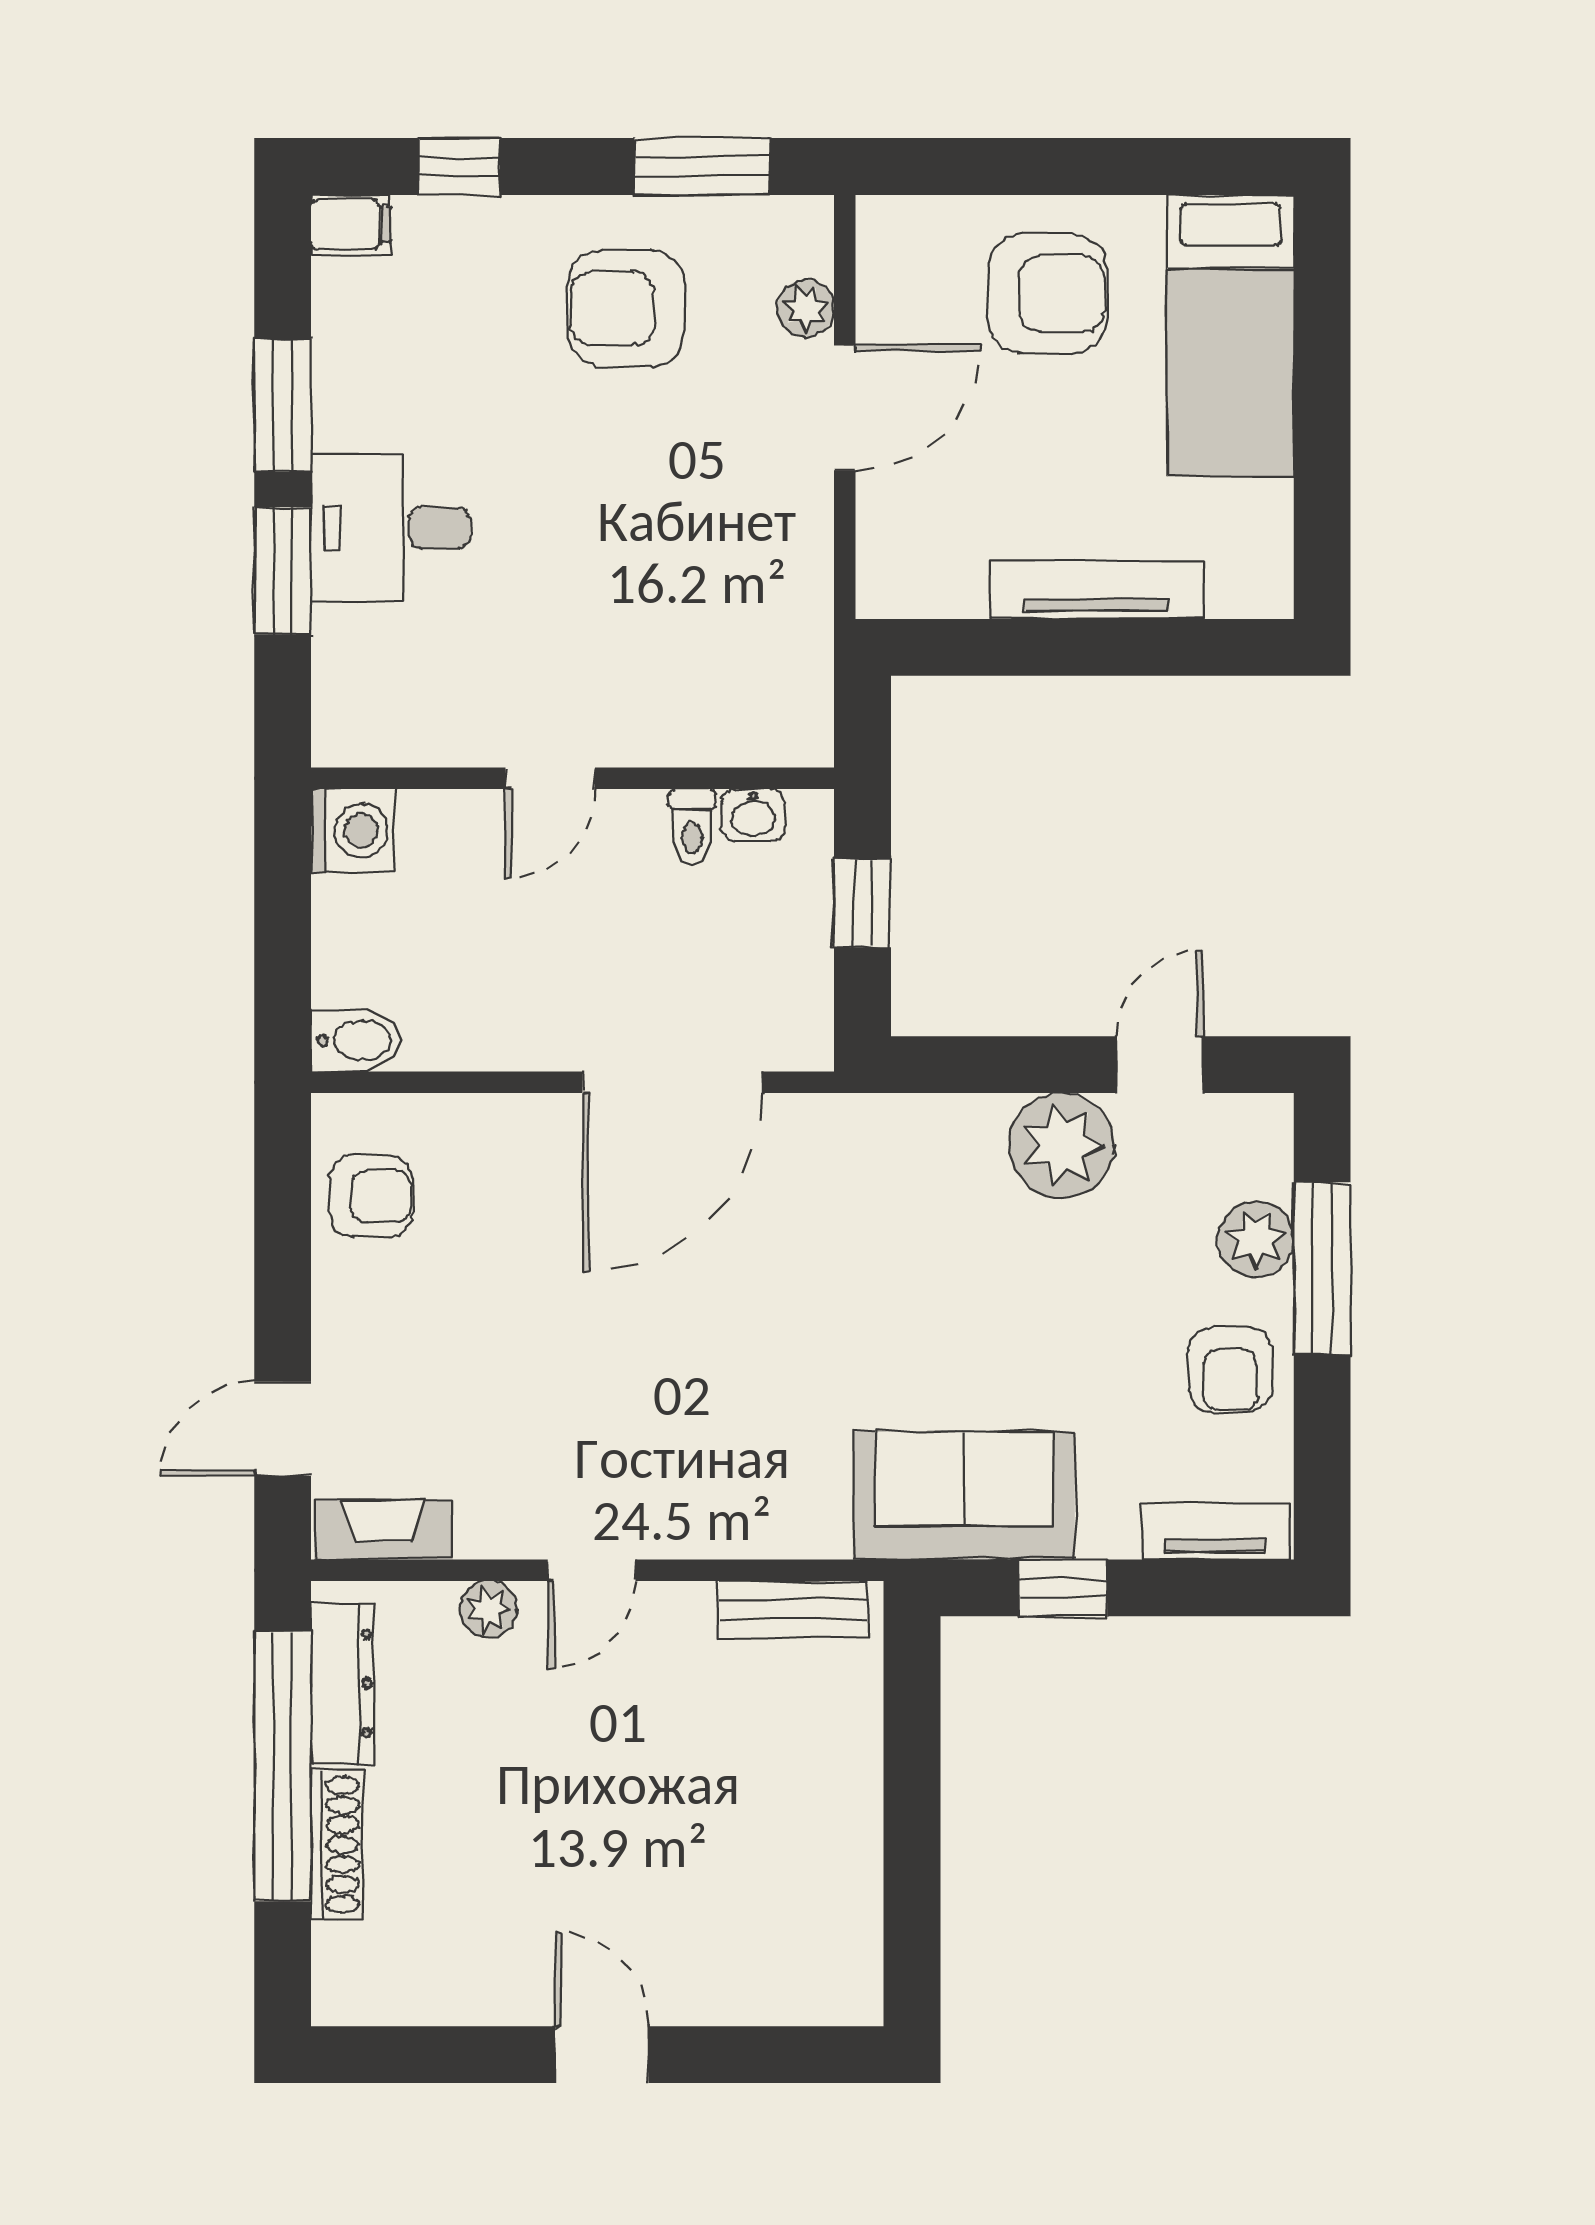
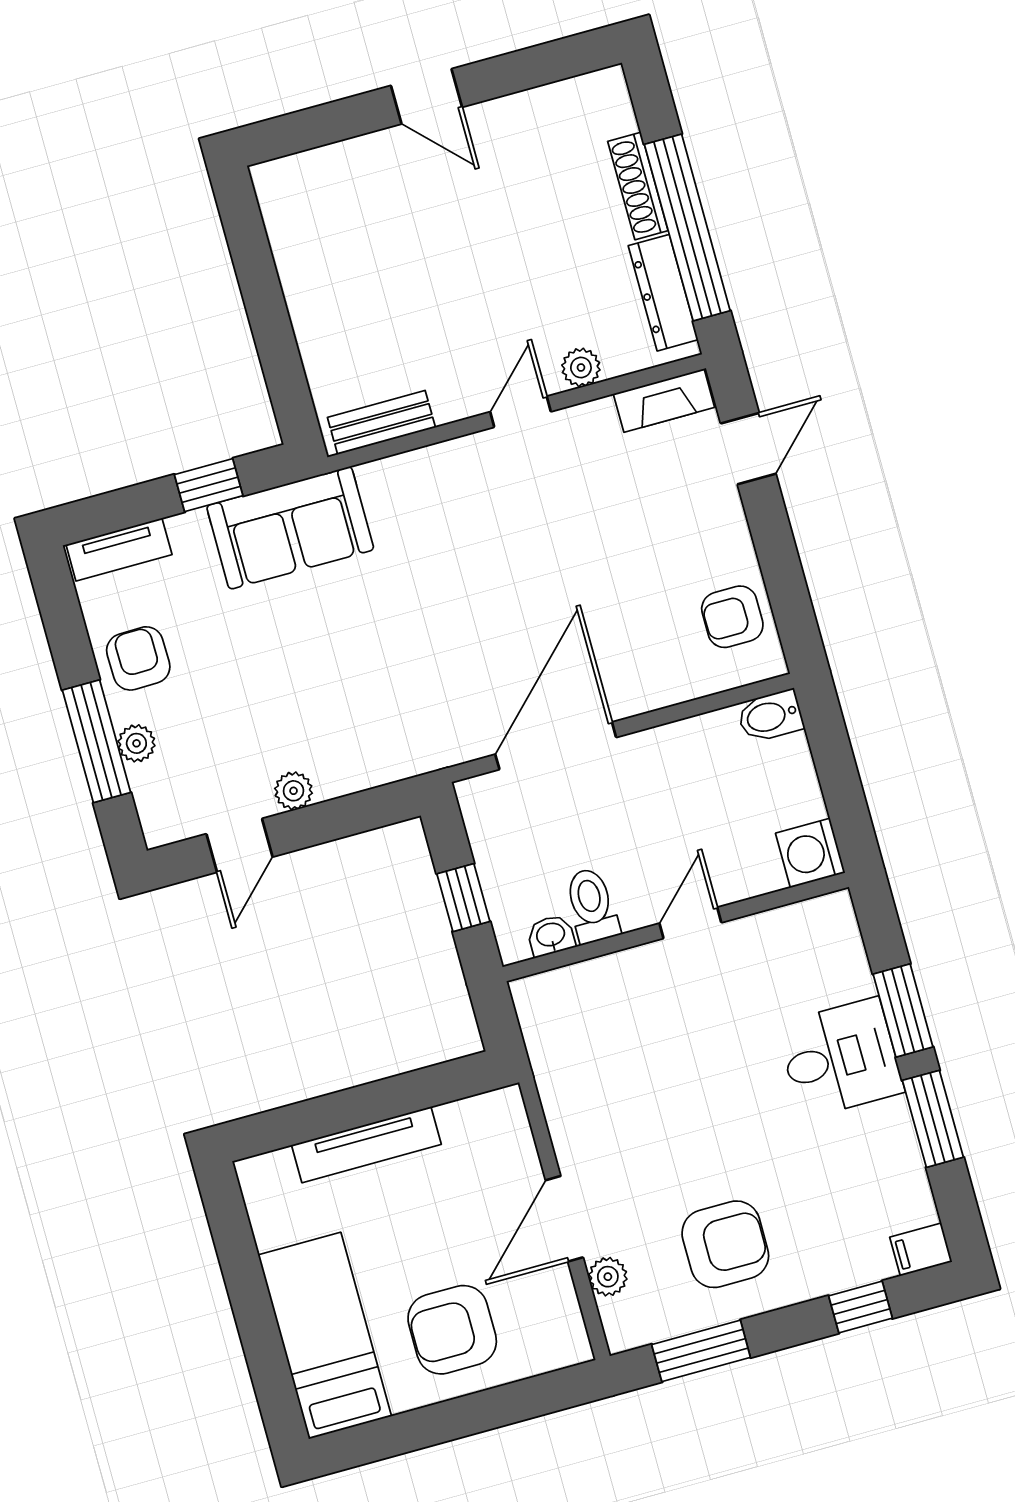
toilet: (692, 827) -> (592, 906), width x1.37, depth x1.39
plant: (1062, 1145) -> (293, 791), width x0.53, depth x0.53
plant: (1256, 1239) -> (136, 743), width x0.73, depth x0.73

